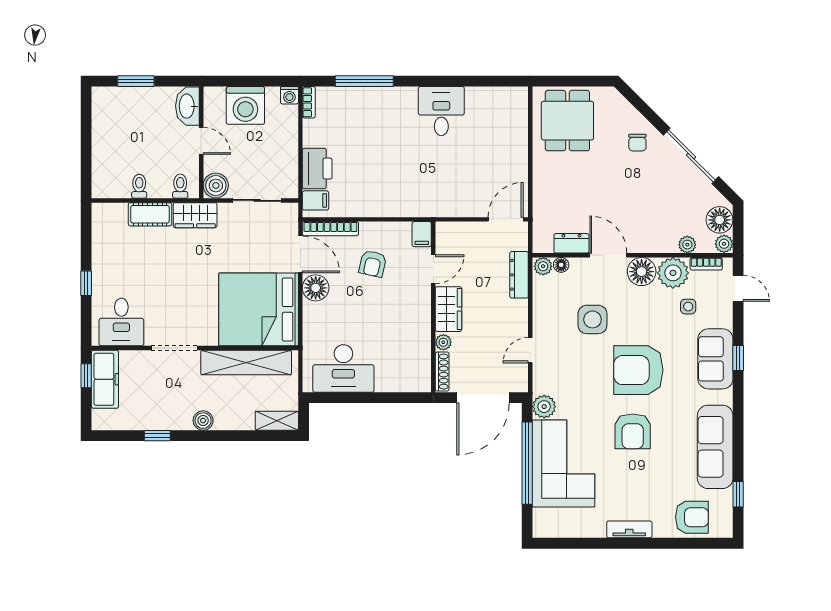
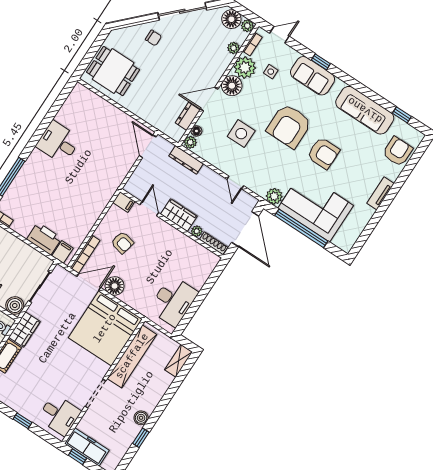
boiler: (203, 421) -> (141, 418), moved

